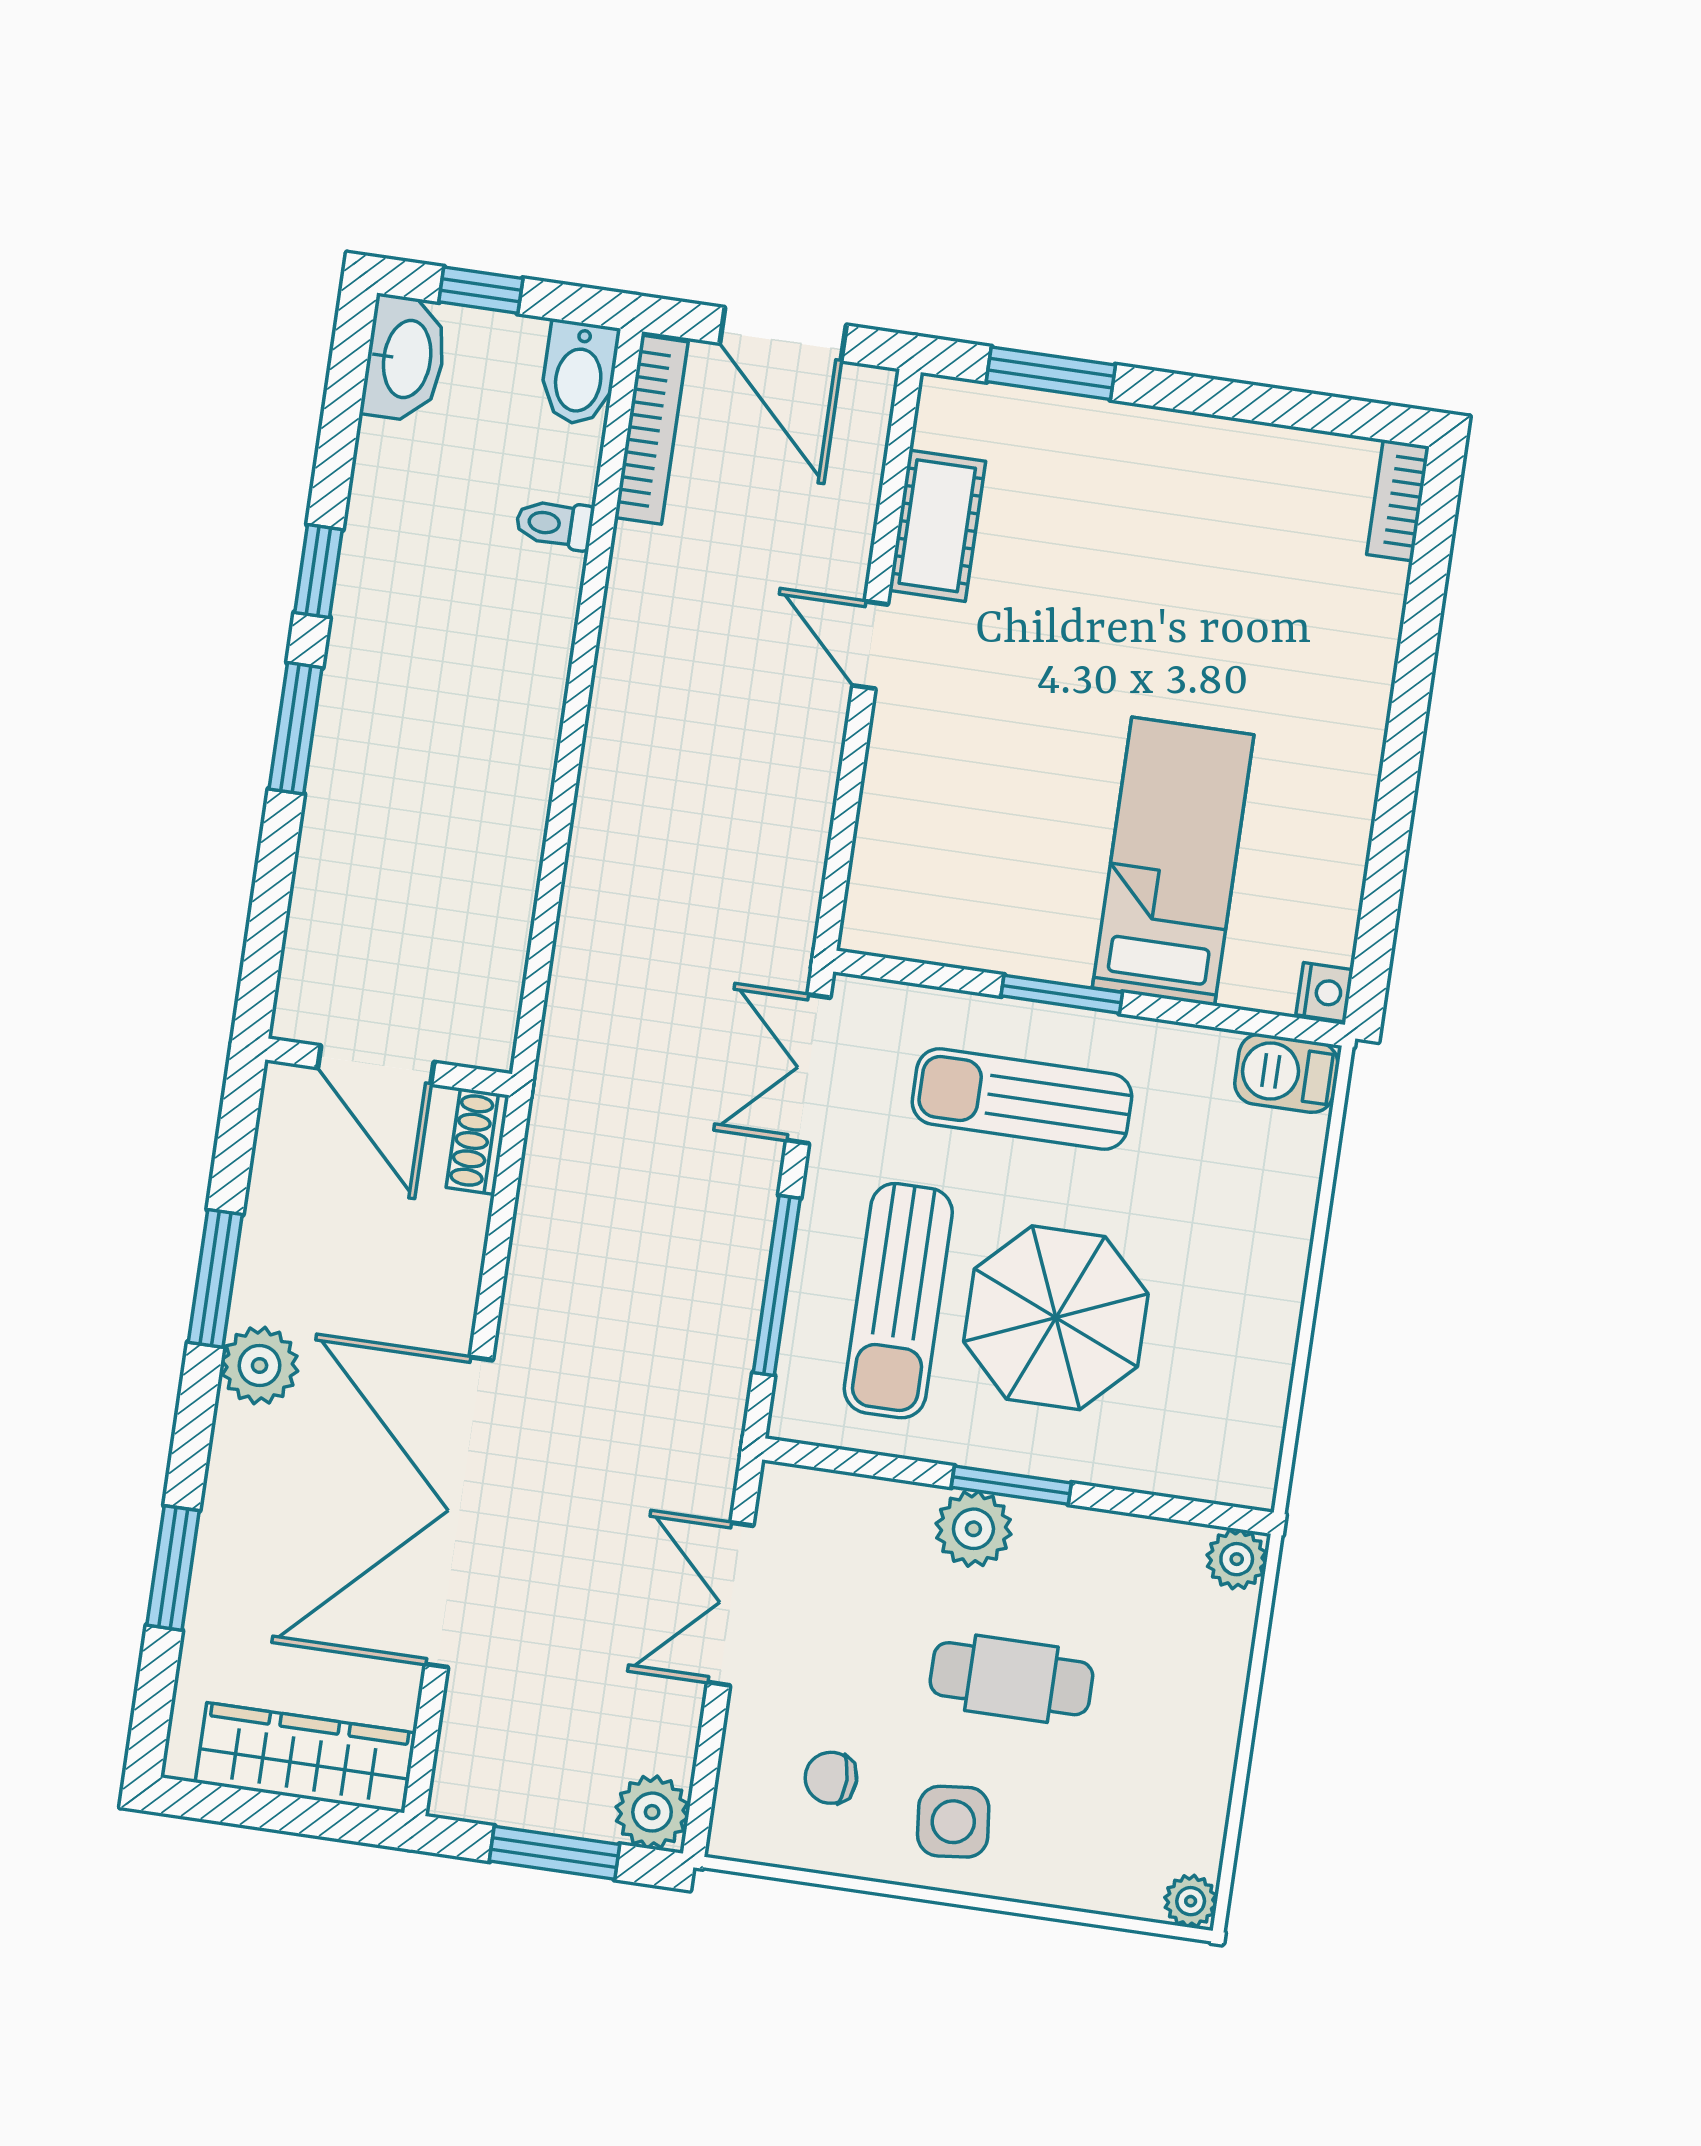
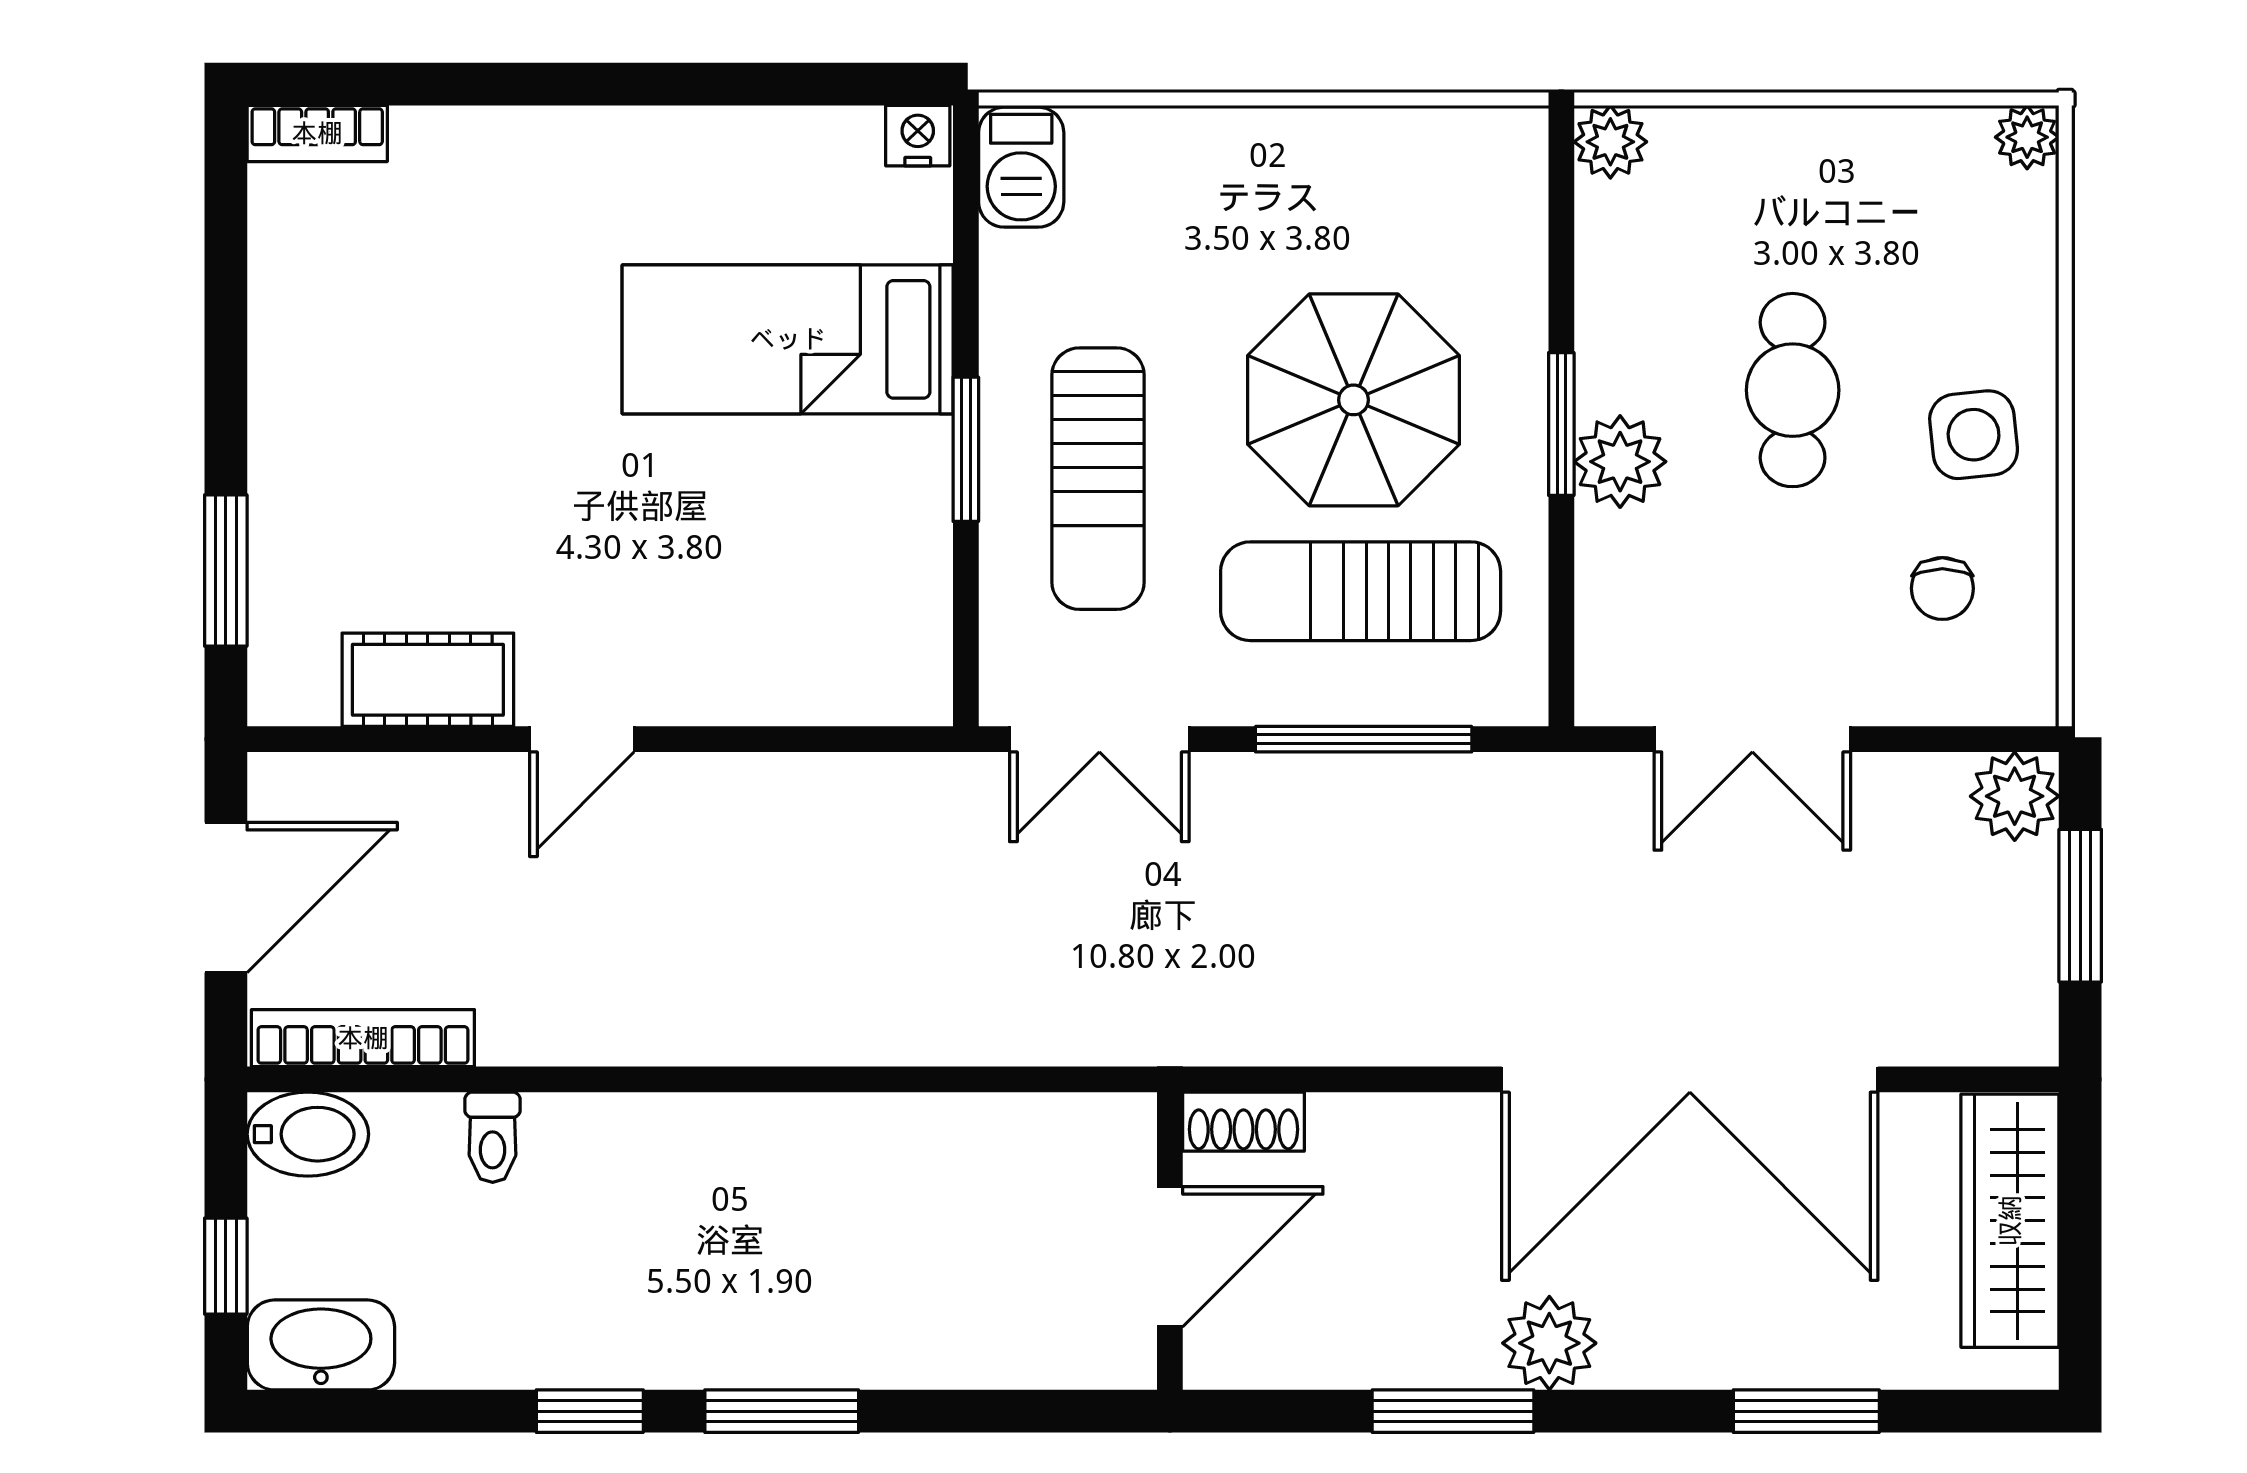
sun lounger: (898, 1301) -> (1361, 591), turned 180

